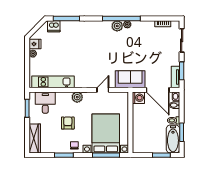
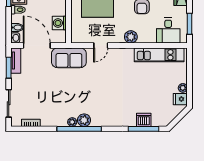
dishwasher: (54, 26) -> (144, 120), moved
washing machine: (138, 98) -> (59, 23), moved

